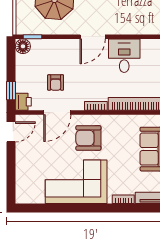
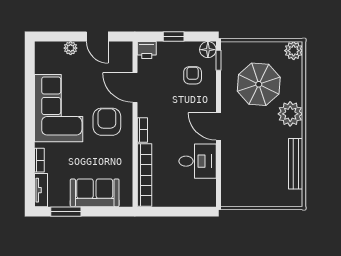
armchair: (56, 83) -> (193, 75), moved, turned 90
window: (11, 91) -> (174, 37), moved
door: (11, 132) -> (97, 37), moved
plant: (22, 171) -> (71, 48), added

